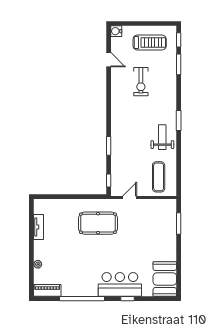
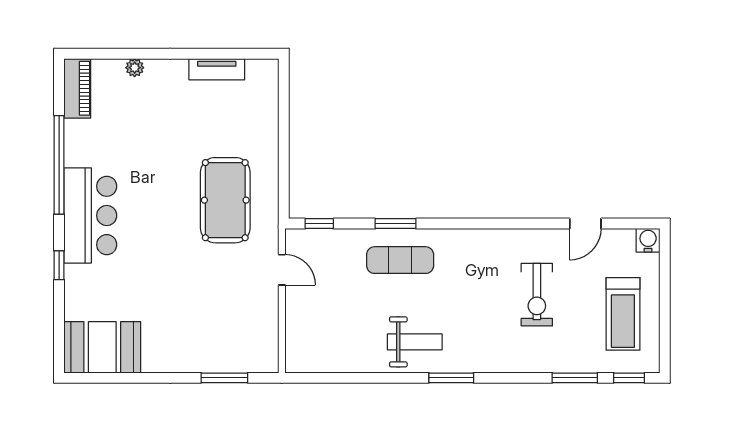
exercise bike: (141, 82) -> (537, 295), turned -90
exercise mat: (159, 177) -> (400, 260), moved
bar counter: (120, 284) -> (90, 215), moved

